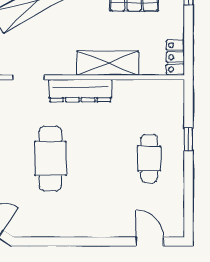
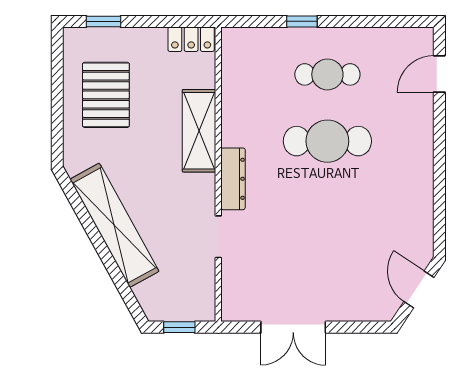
dresser: (80, 91) -> (233, 179), width x0.73, depth x0.80
cafe table: (50, 158) -> (327, 141), moved

